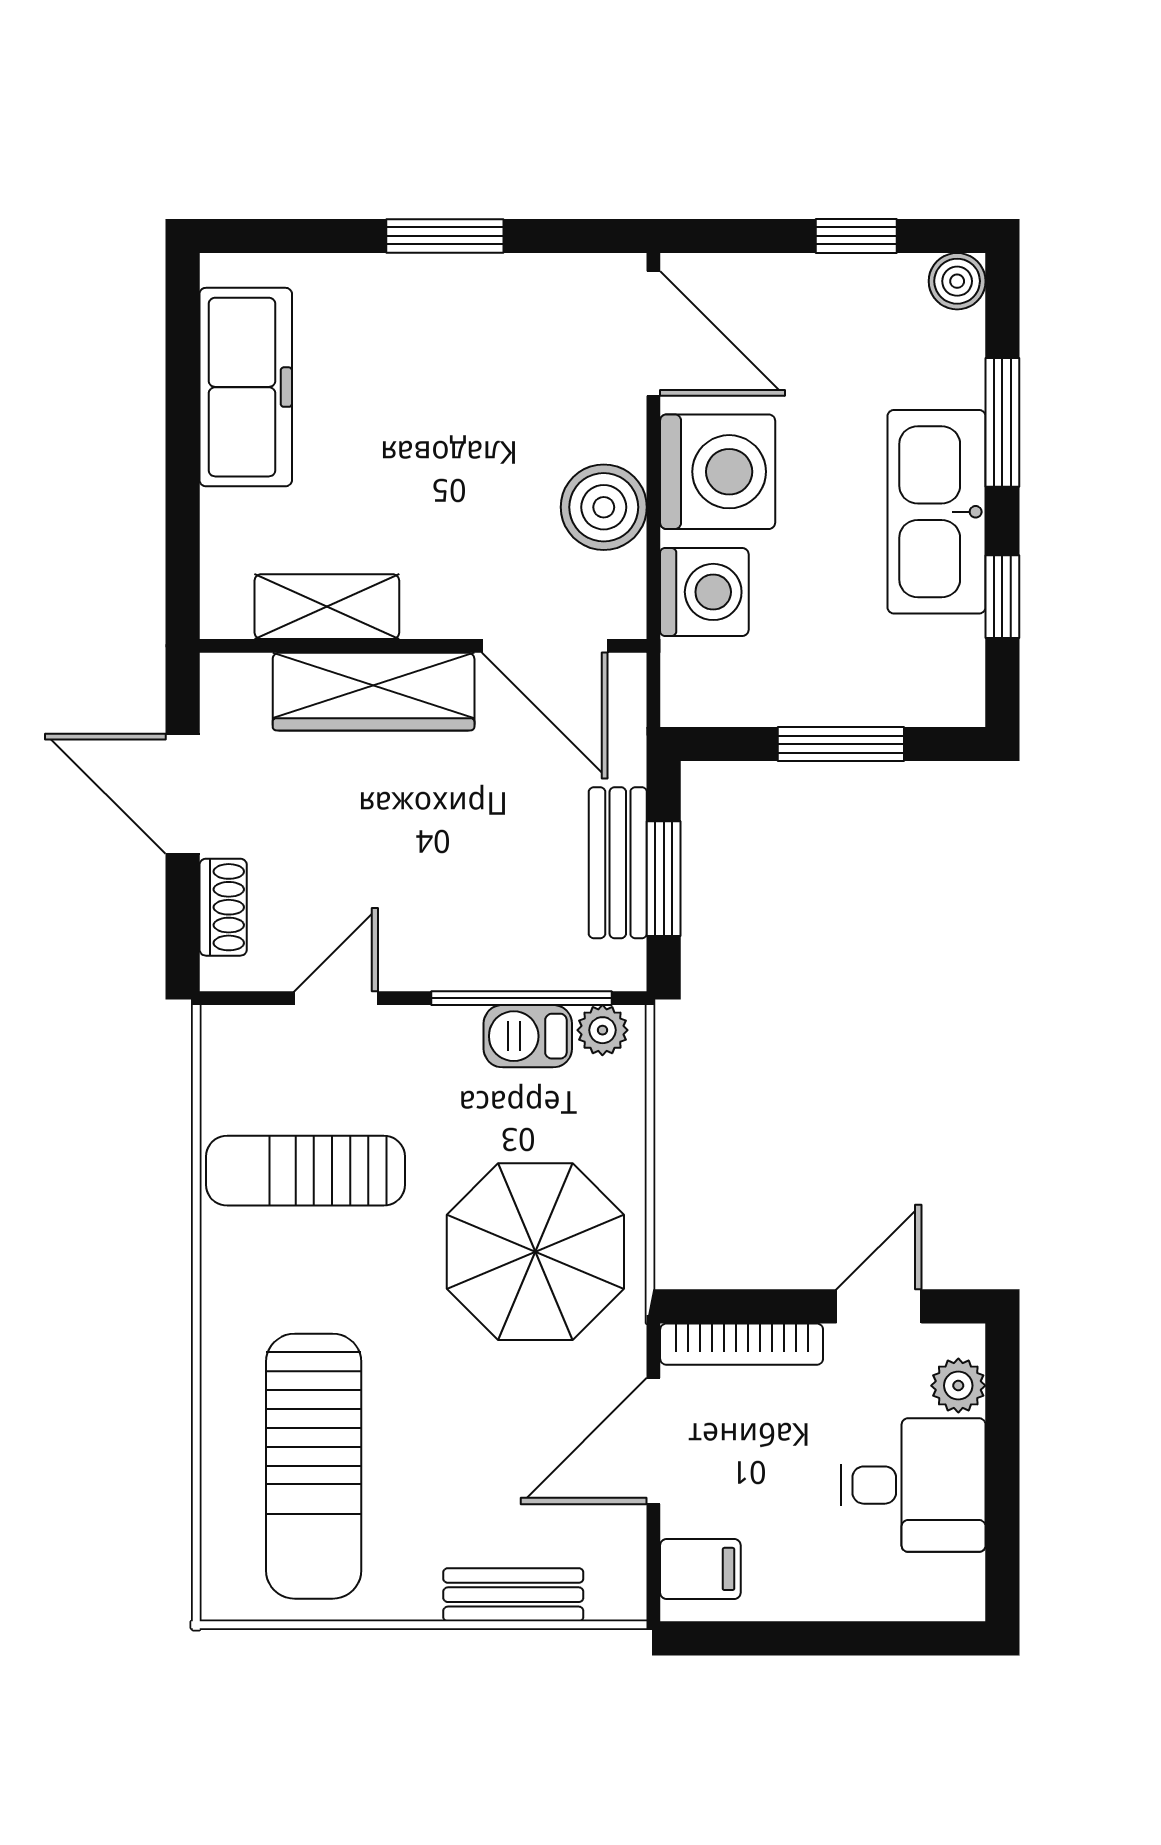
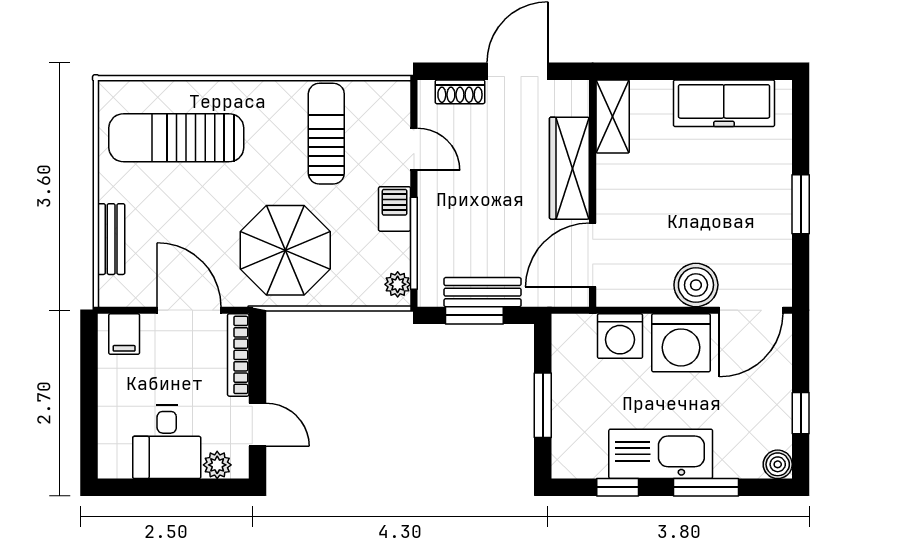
boiler: (604, 507) -> (696, 285), moved
shelving: (327, 607) -> (613, 116), moved
barbecue: (528, 1036) -> (395, 209), moved

